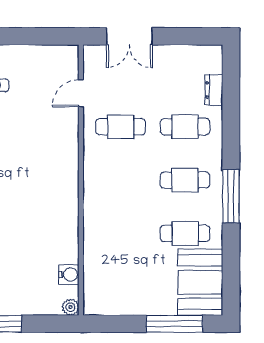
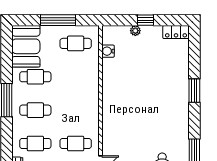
cafe table: (121, 287) -> (76, 43), added
plant: (70, 307) -> (135, 31), moved
window: (174, 324) -> (58, 20), moved

